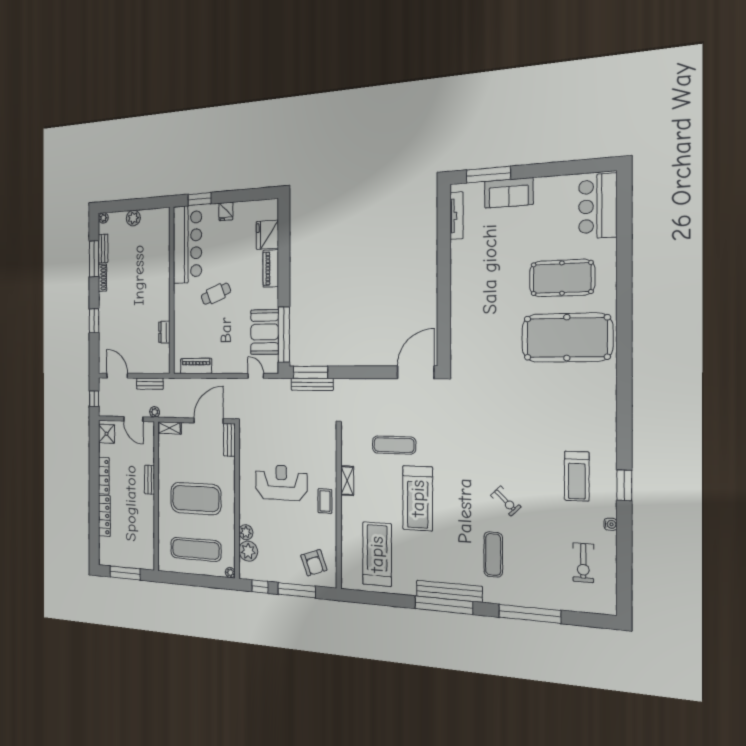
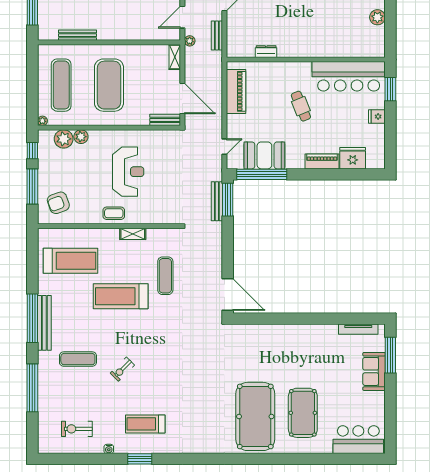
piano: (196, 366) -> (236, 91), width x1.37, depth x1.33
bench: (150, 480) -> (78, 35), moved, width x1.36

